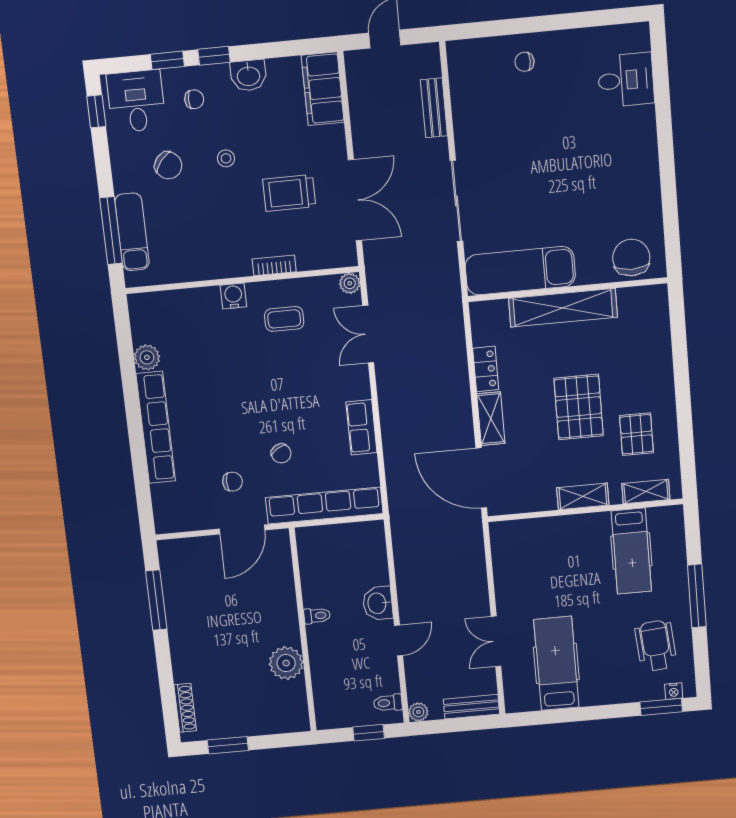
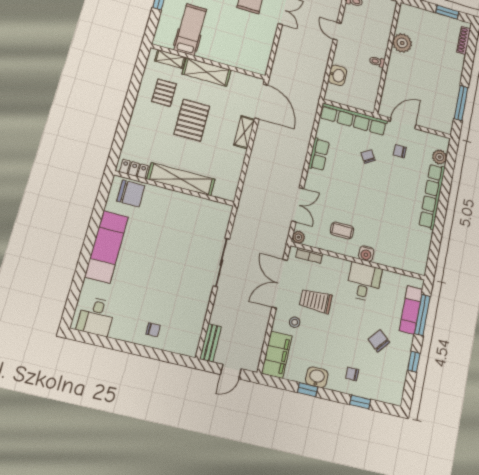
window: (214, 56) -> (308, 390), moved
desk: (626, 80) -> (96, 316), moved, turned -90
desk: (136, 101) -> (364, 282), moved, turned 180
bench: (434, 108) -> (210, 343), moved
window: (96, 111) -> (414, 362), moved
stool: (226, 158) -> (295, 322), moved
trolley: (289, 193) -> (316, 301), turned 180
chair: (631, 258) -> (131, 193), turned -90
bookcase: (274, 265) -> (309, 255), moved
exam couch: (520, 271) -> (107, 247), moved, turned -90
plant: (147, 357) -> (440, 157), moved
locker: (486, 369) -> (134, 169), moved, turned 90
shelving: (583, 496) -> (207, 72), width x1.50, depth x1.33
washbasin: (378, 603) -> (337, 75), moved
door: (399, 640) -> (337, 31), hinge flipped

